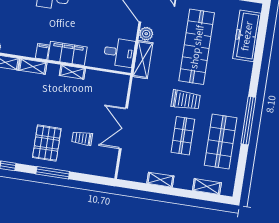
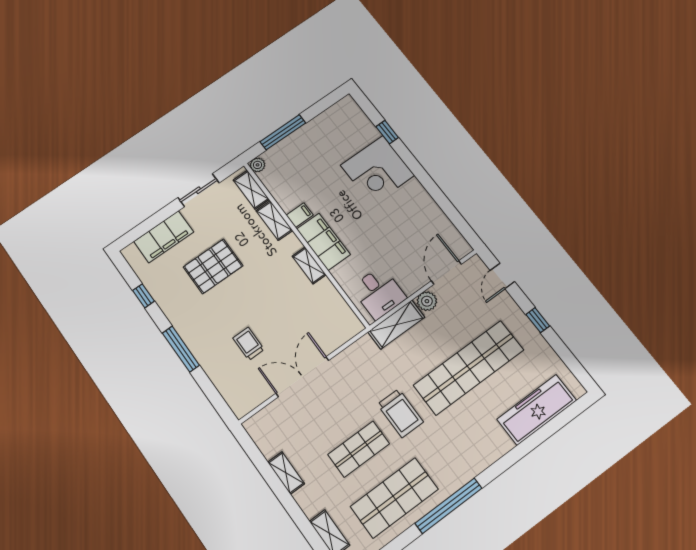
pallet: (47, 143) -> (213, 266), moved

